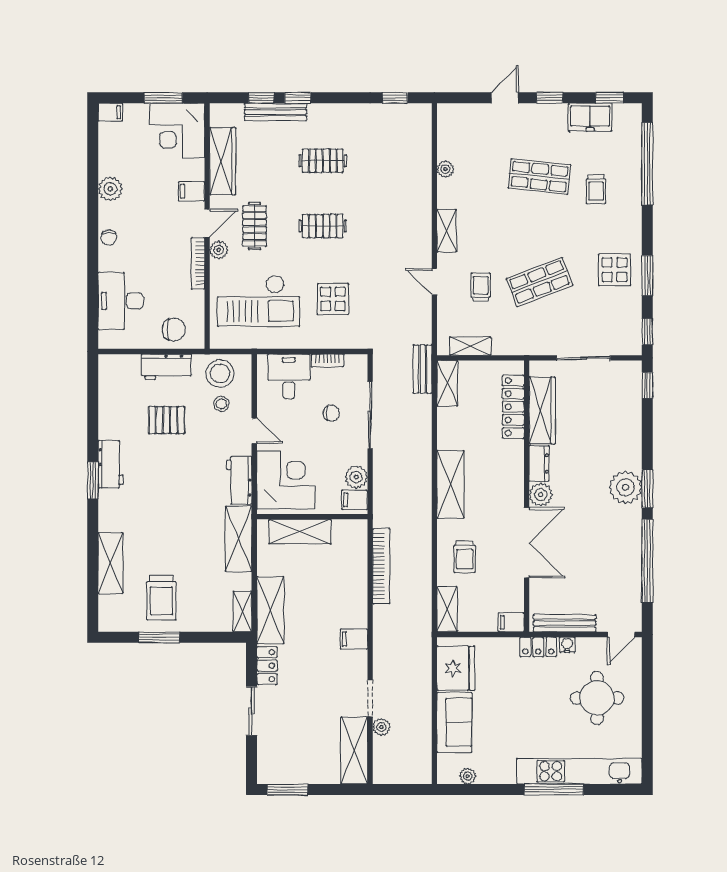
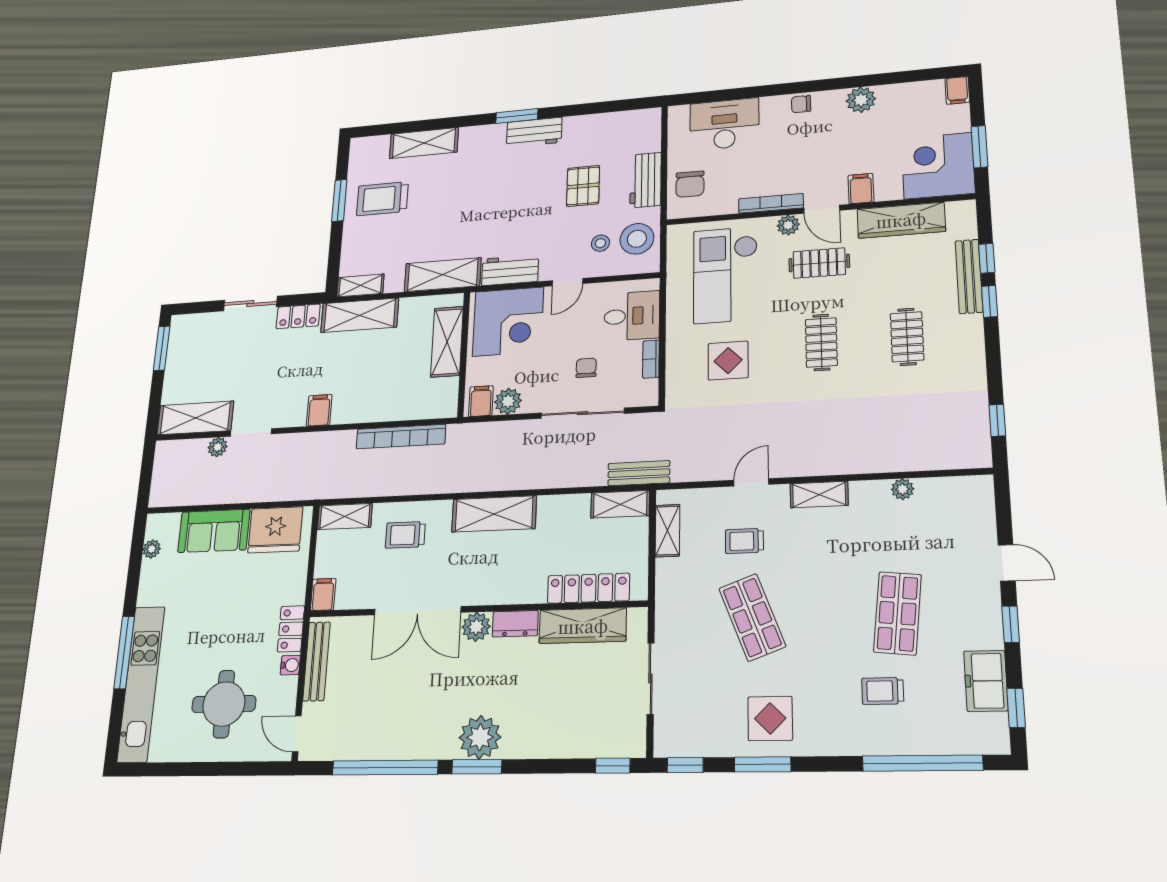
trolley: (481, 287) -> (744, 541), turned 180
chair: (331, 413) -> (586, 368), turned 180

